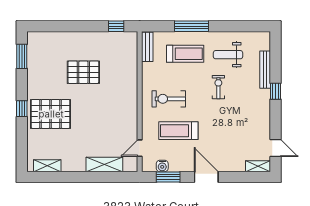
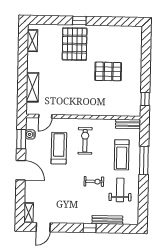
window: (22, 56) -> (122, 21), removed
pallet: (83, 72) -> (108, 71), turned 90
door: (140, 148) -> (45, 116), swing flipped
door: (206, 177) -> (21, 170), hinge flipped

